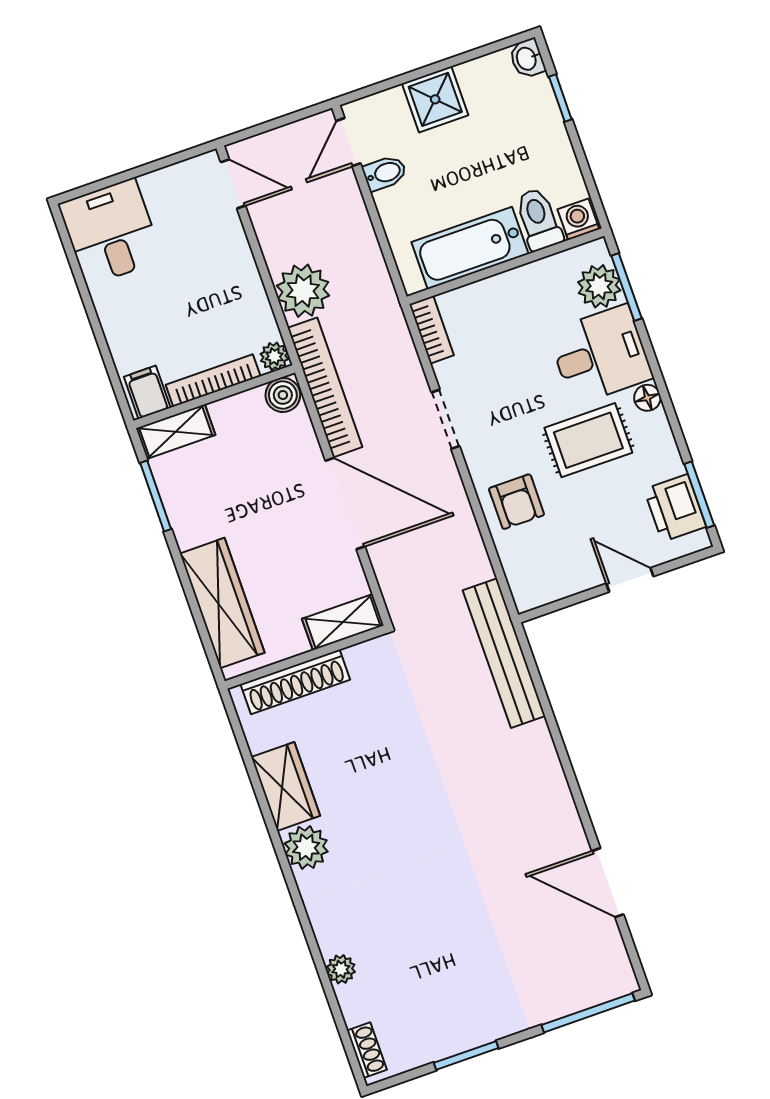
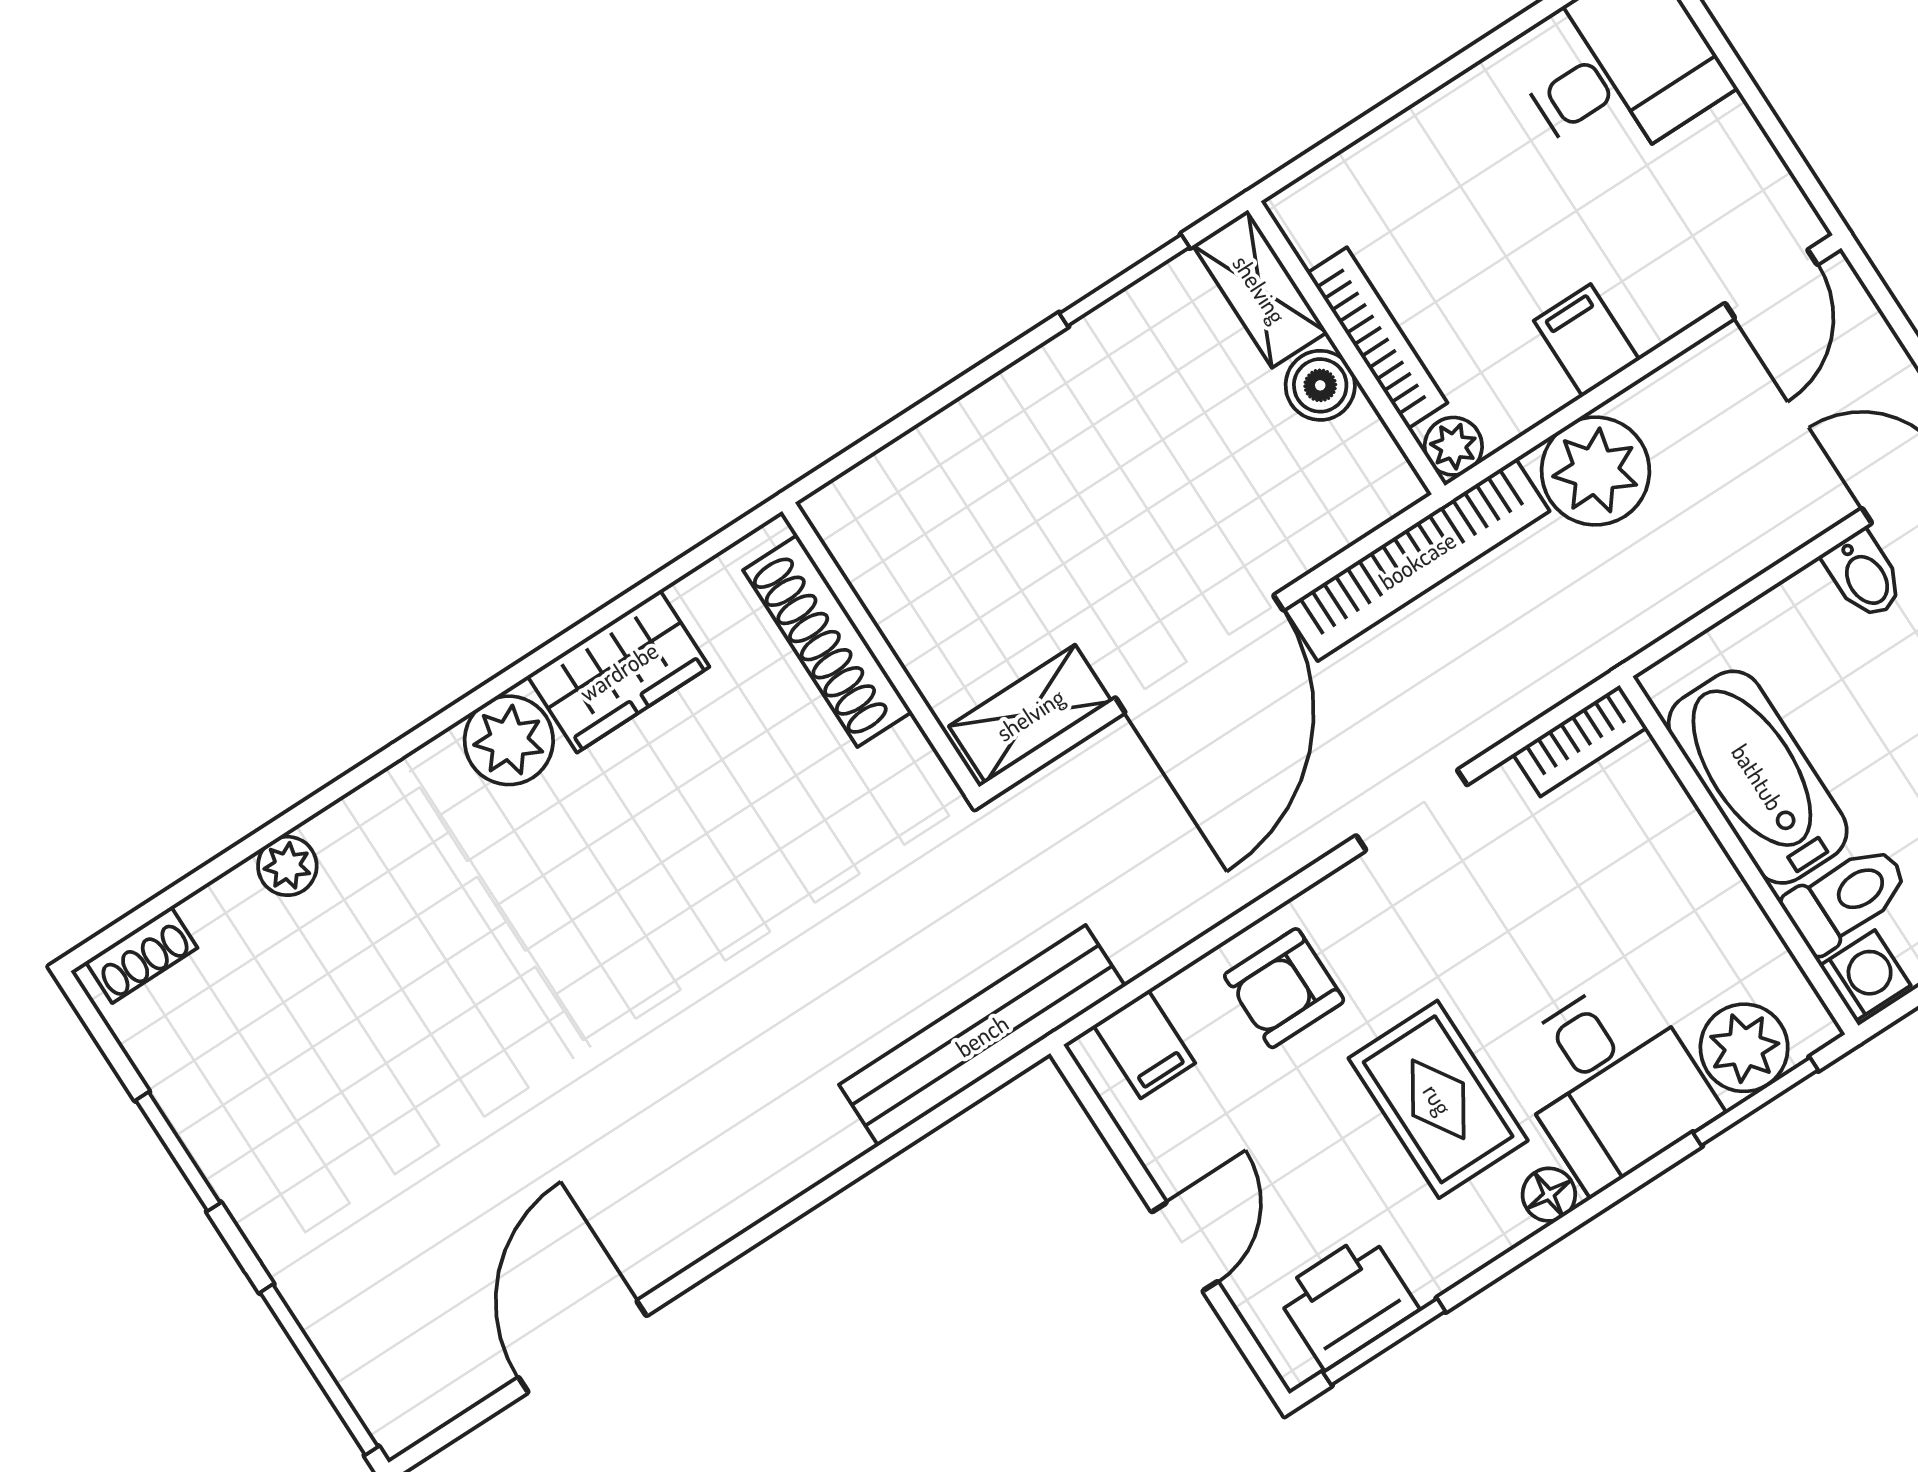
filing cabinet: (147, 392) -> (1587, 340), moved, turned -90
boiler: (283, 395) -> (1320, 385), moved
filing cabinet: (527, 576) -> (1144, 1044), added
wardrobe: (222, 603) -> (947, 461), removed
shelving: (343, 622) -> (1030, 714), moved, turned 90

